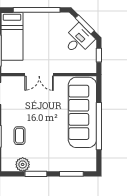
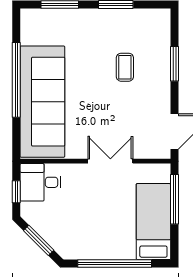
desk: (78, 40) -> (41, 182), moved, turned 45
coffee table: (20, 136) -> (125, 67), moved
plant: (23, 164) -> (137, 19), removed

